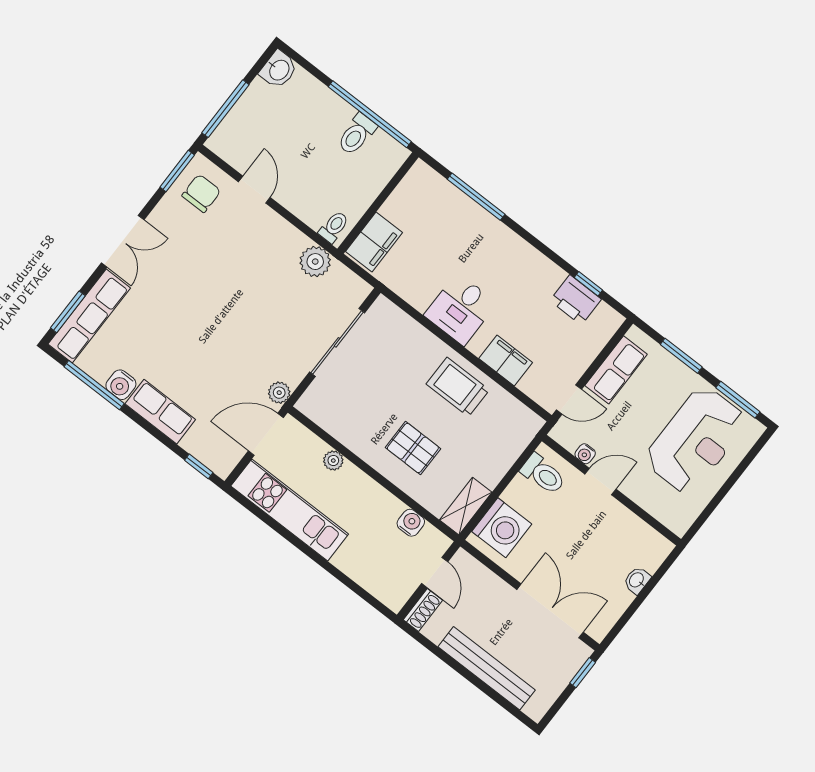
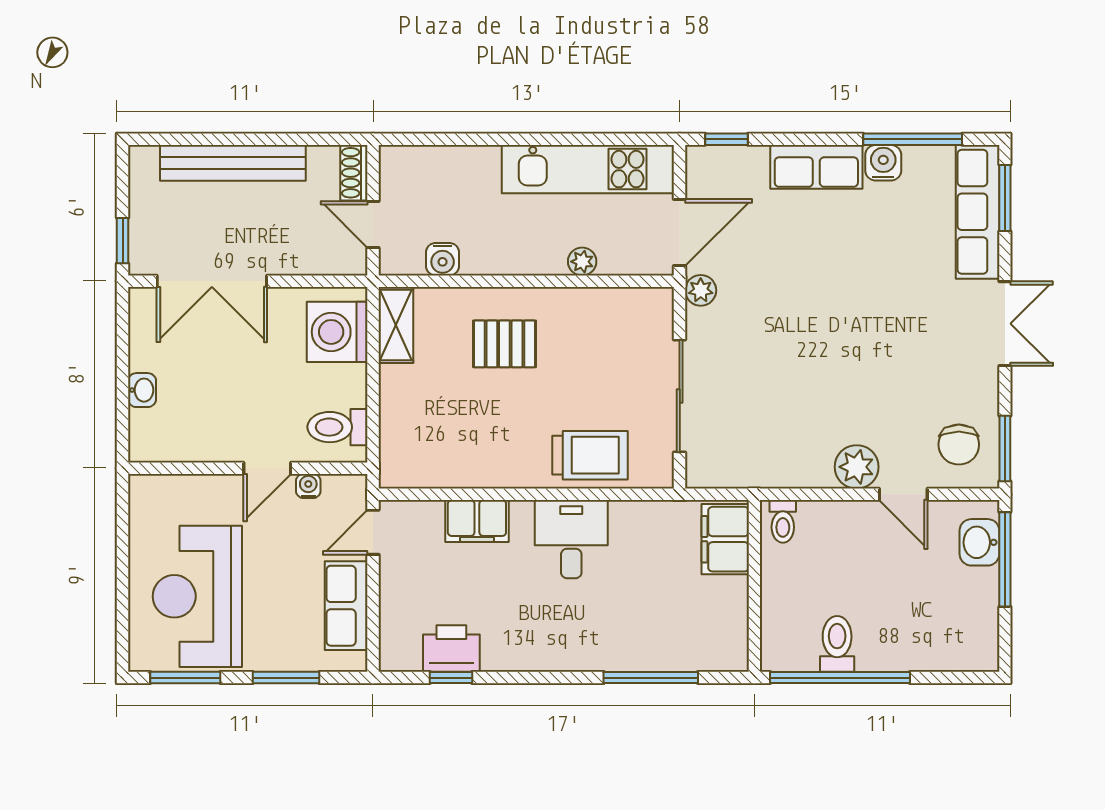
washbasin: (279, 70) -> (979, 542), moved
double door: (123, 241) -> (1005, 324), swing flipped
plant: (315, 262) -> (857, 467), moved
trolley: (458, 387) -> (590, 455), moved

